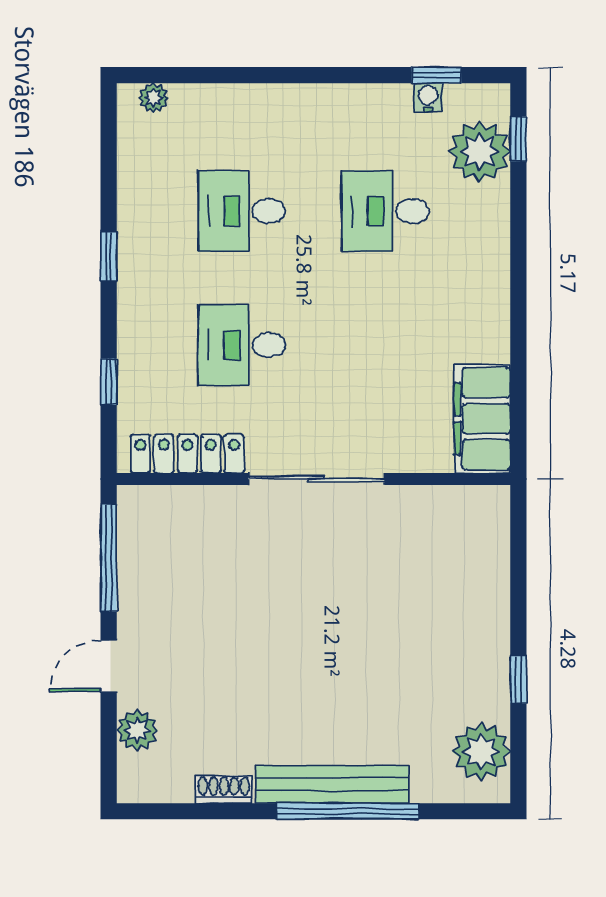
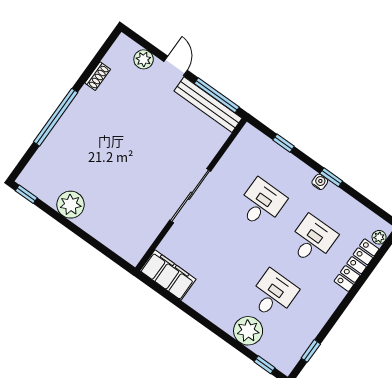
water cooler: (428, 97) -> (320, 182), moved, turned -90
plant: (480, 151) -> (248, 331), moved
locker: (187, 454) -> (357, 265), moved, turned 180
window: (518, 680) -> (26, 194), moved
plant: (481, 752) -> (71, 205), moved
bench: (332, 784) -> (208, 105), moved, turned 90

